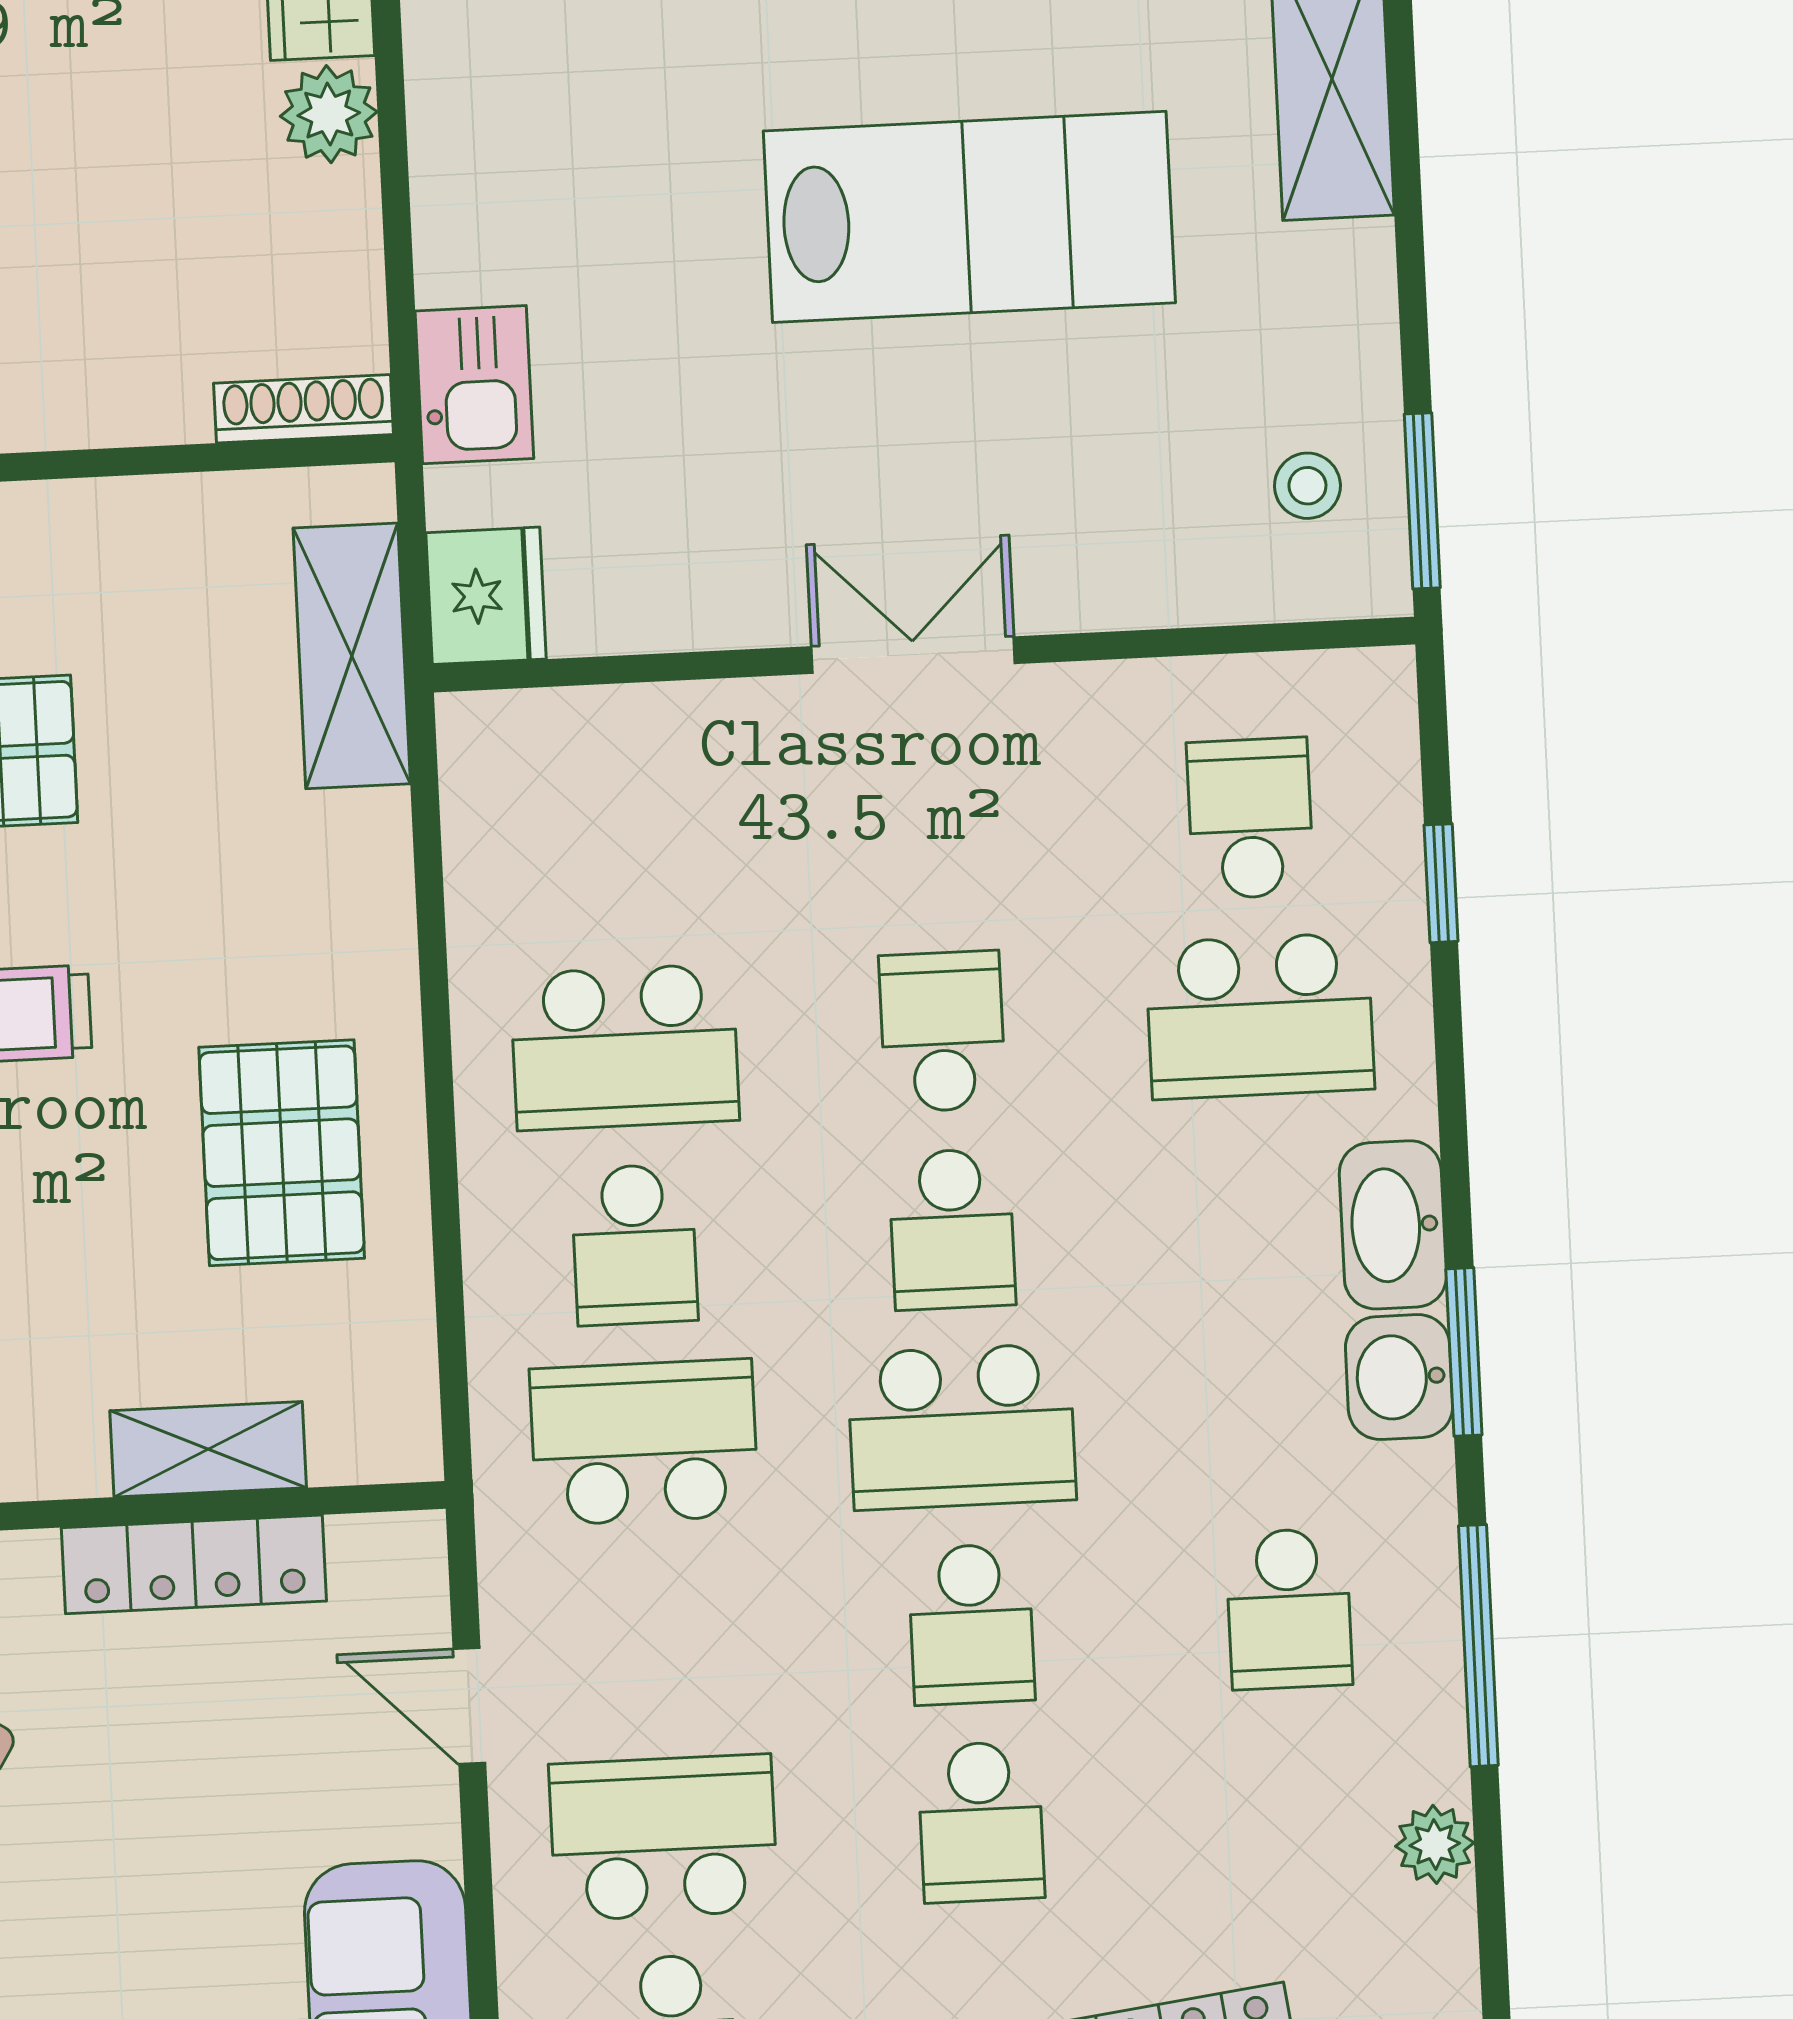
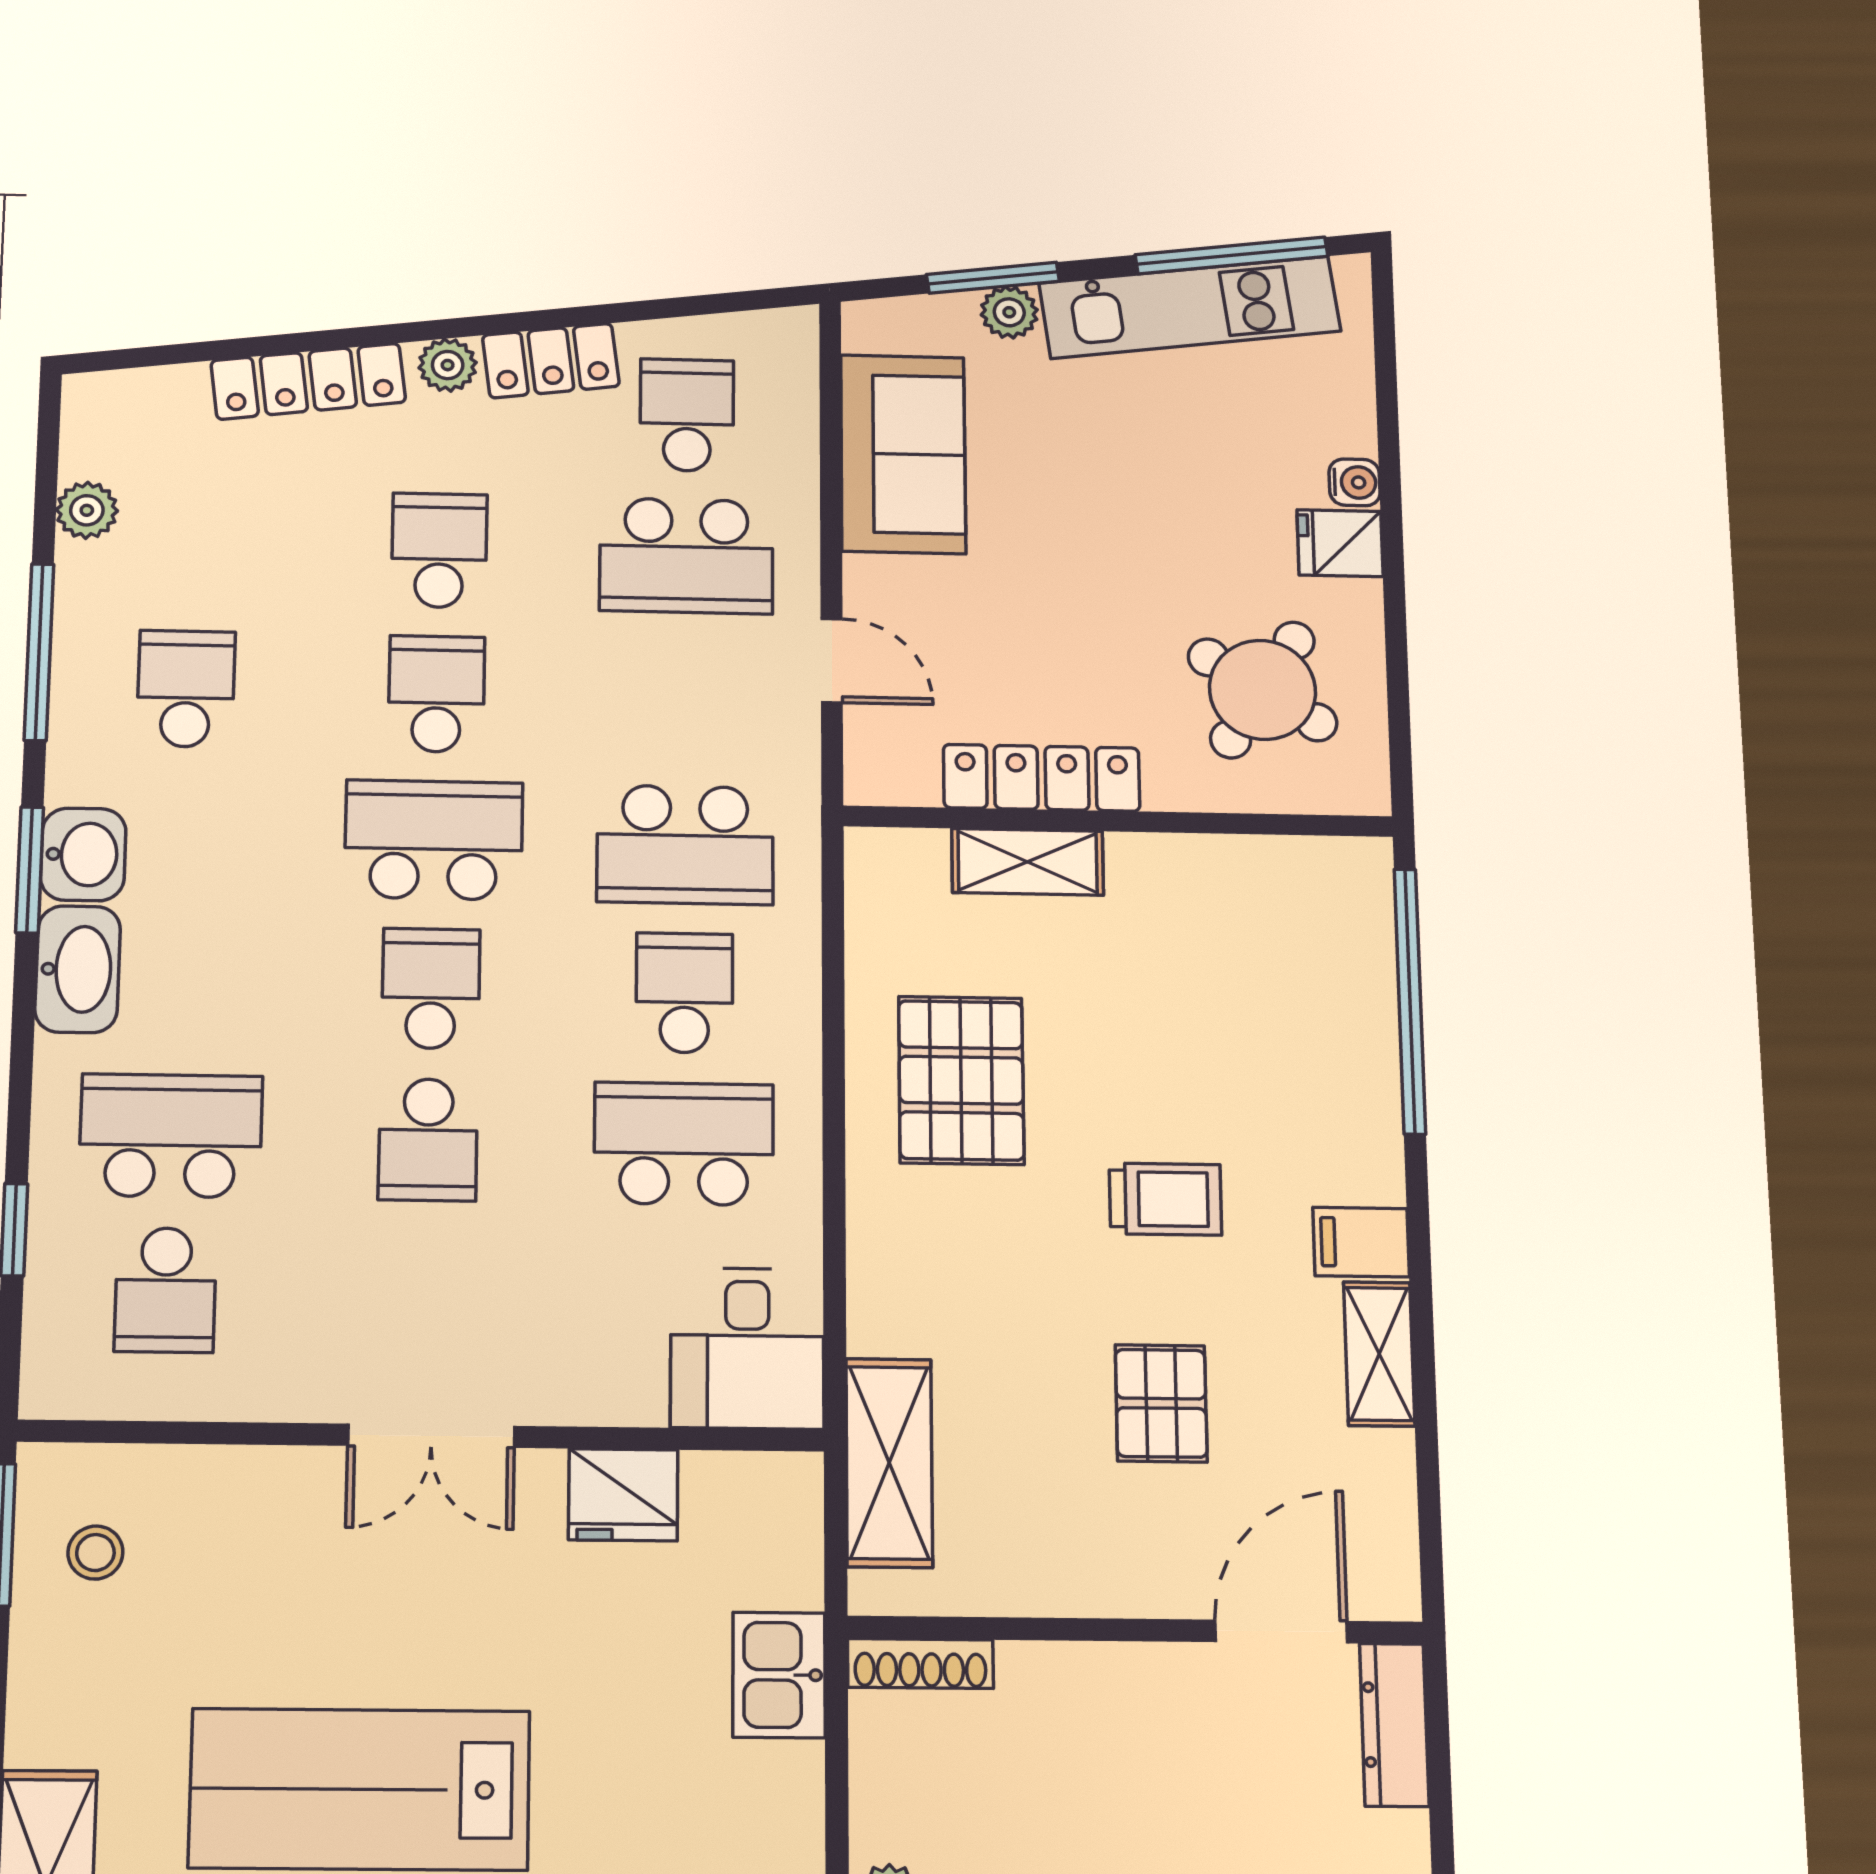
fridge: (486, 596) -> (623, 1495), moved, turned -90
desk: (533, 789) -> (747, 1348), added

